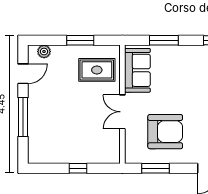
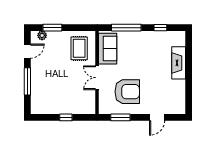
window: (80, 40) -> (52, 28), moved
window: (164, 40) -> (126, 28), width x1.44
rug: (97, 70) -> (79, 48), turned 90

